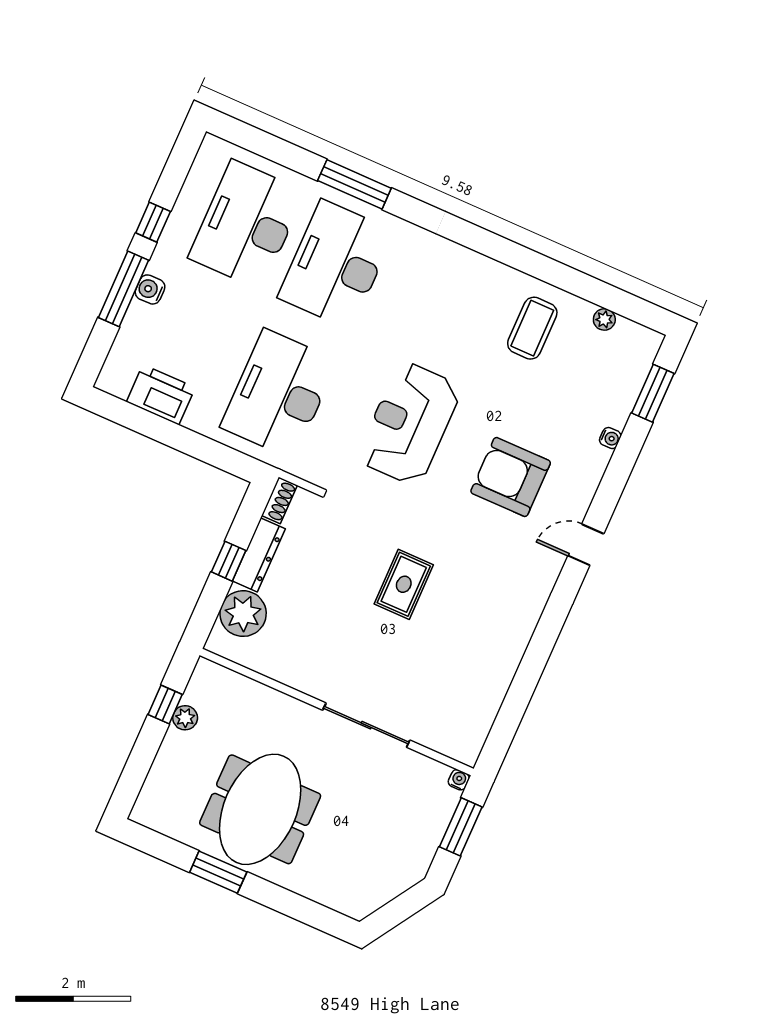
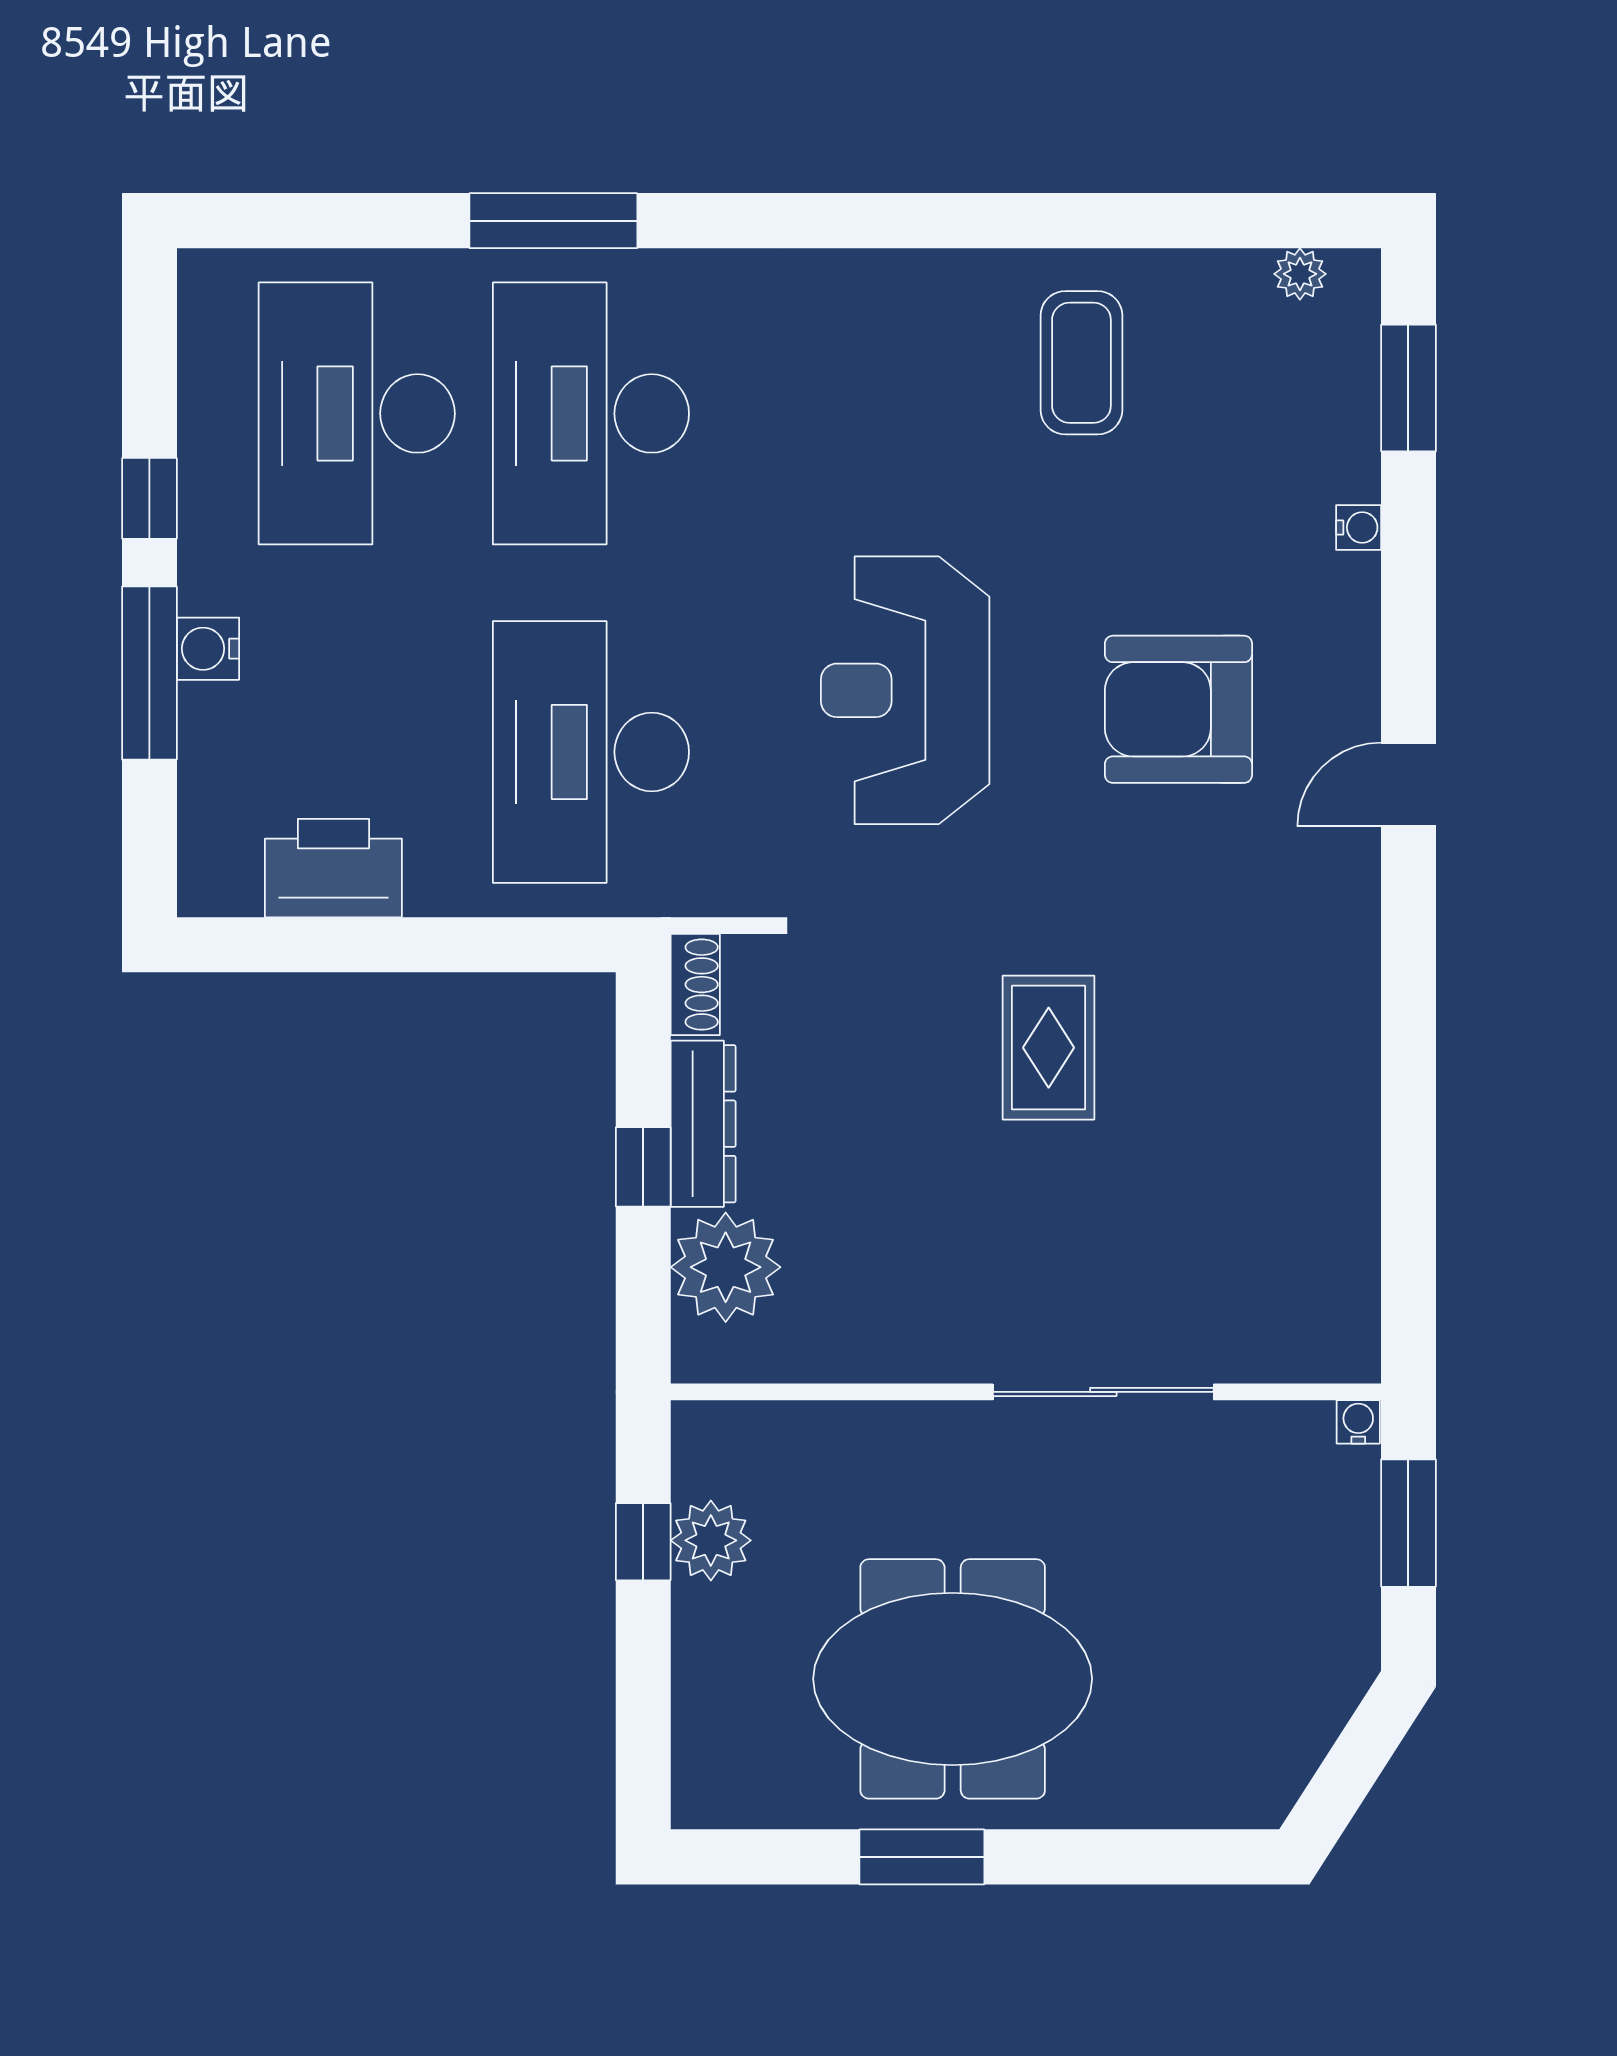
plant: (604, 319) -> (1300, 274), moved
plant: (185, 718) -> (711, 1540), width x1.38, depth x1.38
meeting table: (260, 809) -> (953, 1679), turned 90

